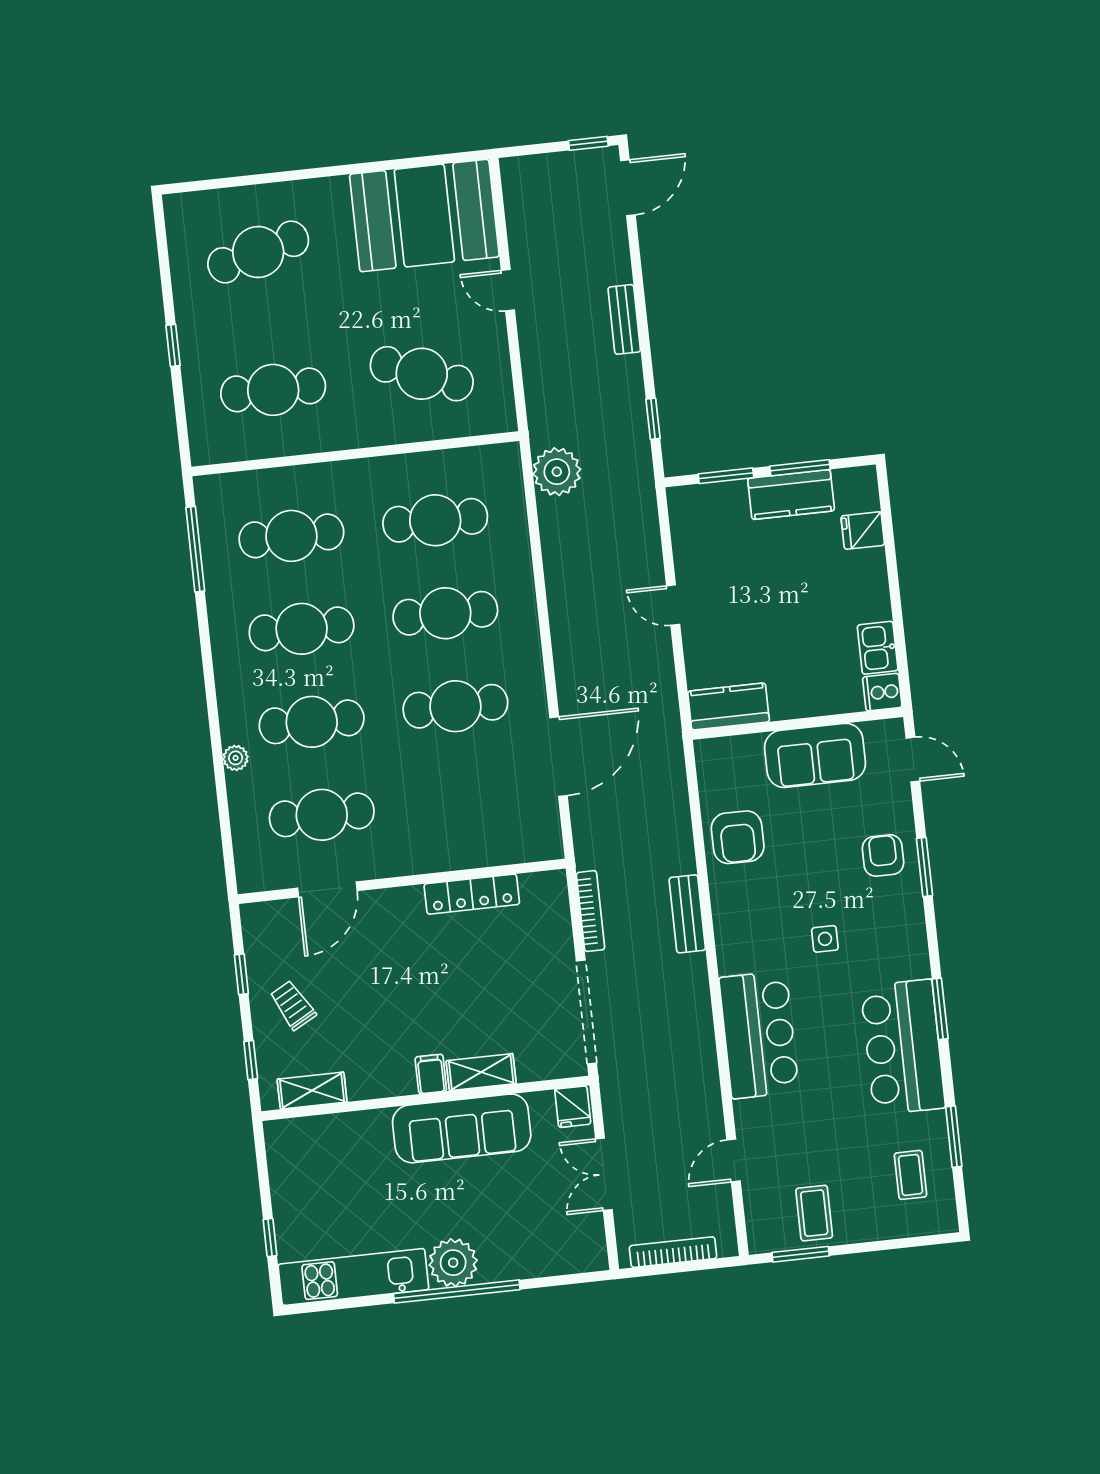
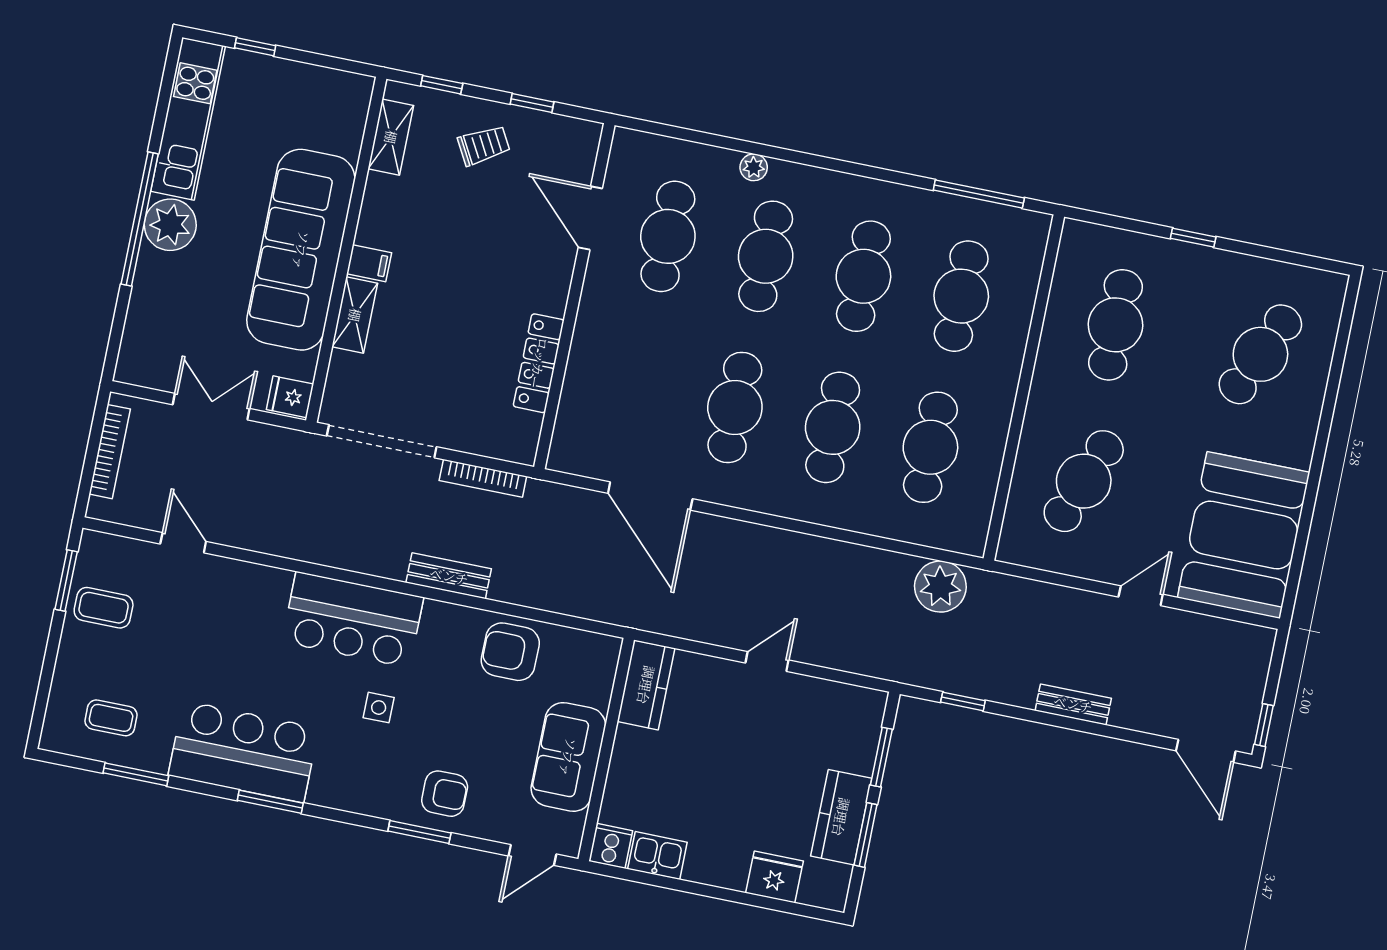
cafe table: (258, 252) -> (1260, 354), turned 39
fridge: (863, 531) -> (775, 877), width x1.38
bar counter: (759, 1035) -> (353, 620), moved
sofa: (462, 1128) -> (301, 250), width x1.36, depth x1.27

